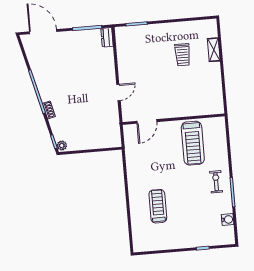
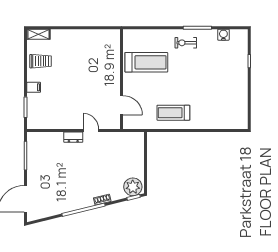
filing cabinet: (158, 30) -> (34, 87), added
dresser: (107, 37) -> (73, 137), moved
shelving: (214, 50) -> (38, 34), moved
trolley: (183, 55) -> (41, 61), moved
plant: (62, 146) -> (133, 187), width x1.87, depth x1.87
treadmill: (158, 206) -> (173, 113), moved

